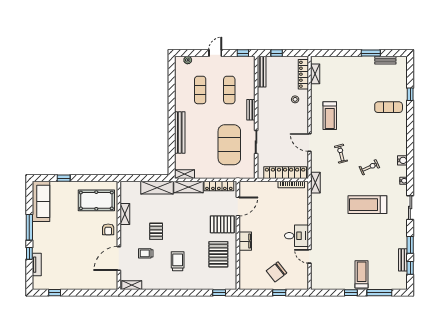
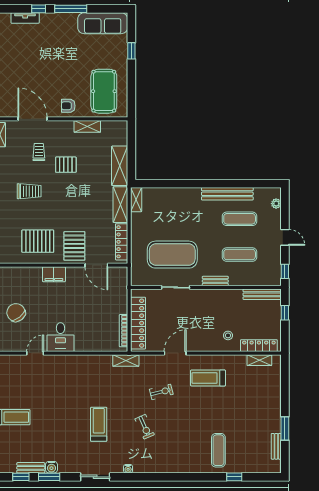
bench: (180, 133) -> (227, 194), moved
water cooler: (402, 160) -> (51, 467), moved
treadmill: (367, 205) -> (99, 424), width x0.73, depth x0.73

